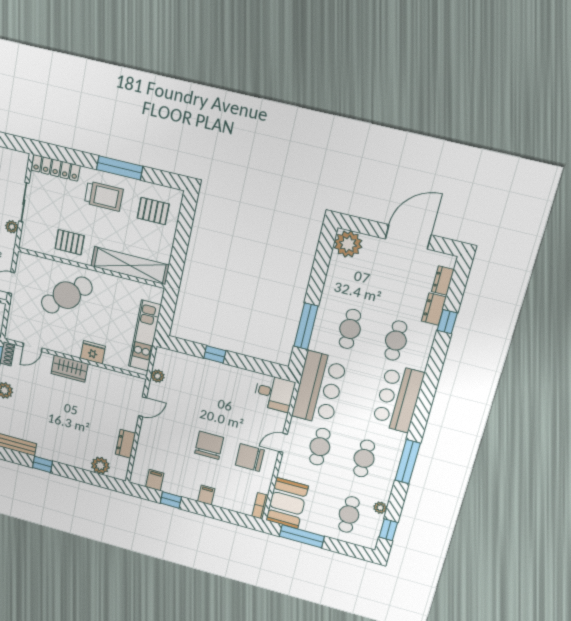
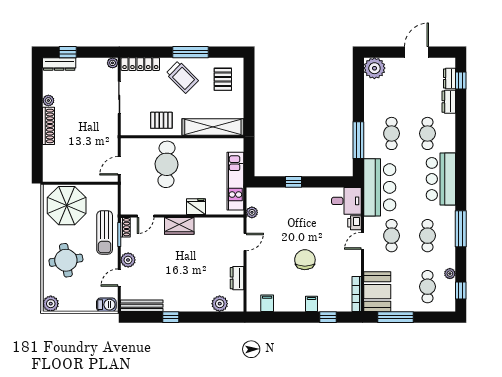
trolley: (104, 196) -> (182, 77), turned 45
pallet: (153, 211) -> (223, 79), turned 90
plant: (12, 227) -> (113, 63), moved
door: (408, 237) -> (416, 52), width x0.73
cafe table: (67, 295) -> (166, 164), turned -46
window: (447, 322) -> (461, 81), moved
printer: (278, 420) -> (355, 223), added
chair: (250, 458) -> (339, 261), removed
window: (171, 500) -> (328, 317), moved
bookcase: (260, 506) -> (357, 294), width x1.56

